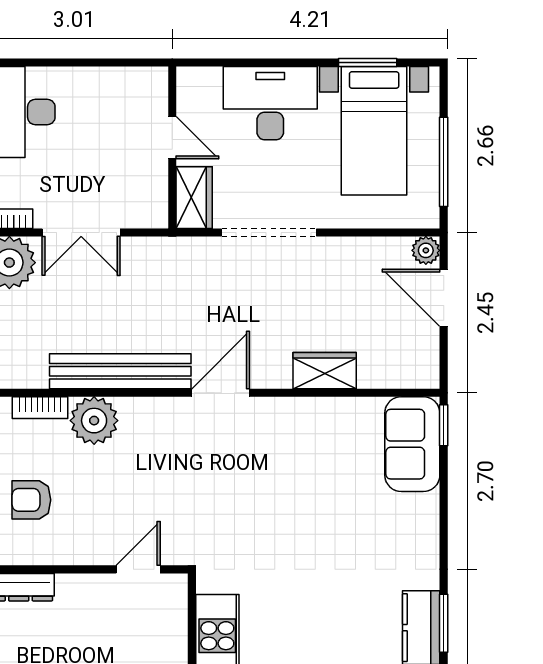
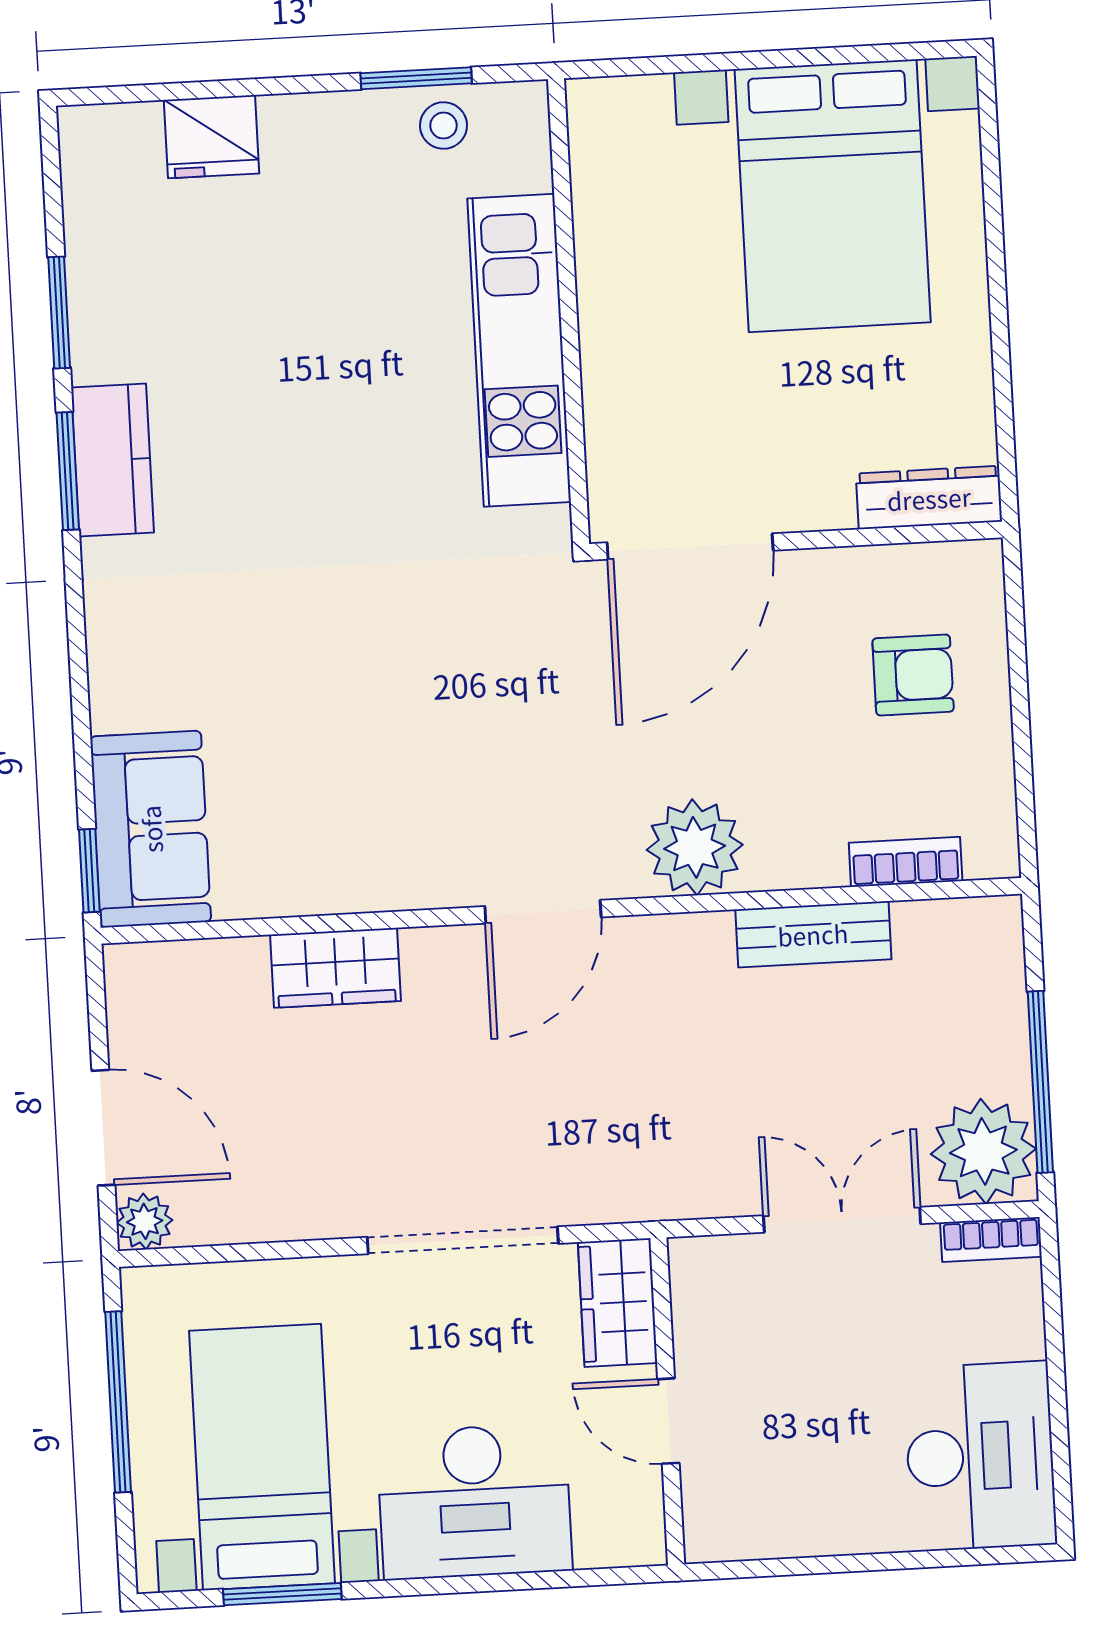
bench: (120, 371) -> (813, 934), width x0.54, depth x0.82
plant: (94, 421) -> (695, 847), moved
door: (138, 569) -> (690, 546), width x1.87

